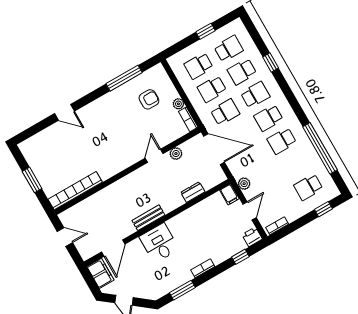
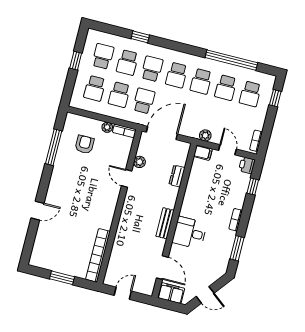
school desk: (295, 164) -> (226, 88), added

